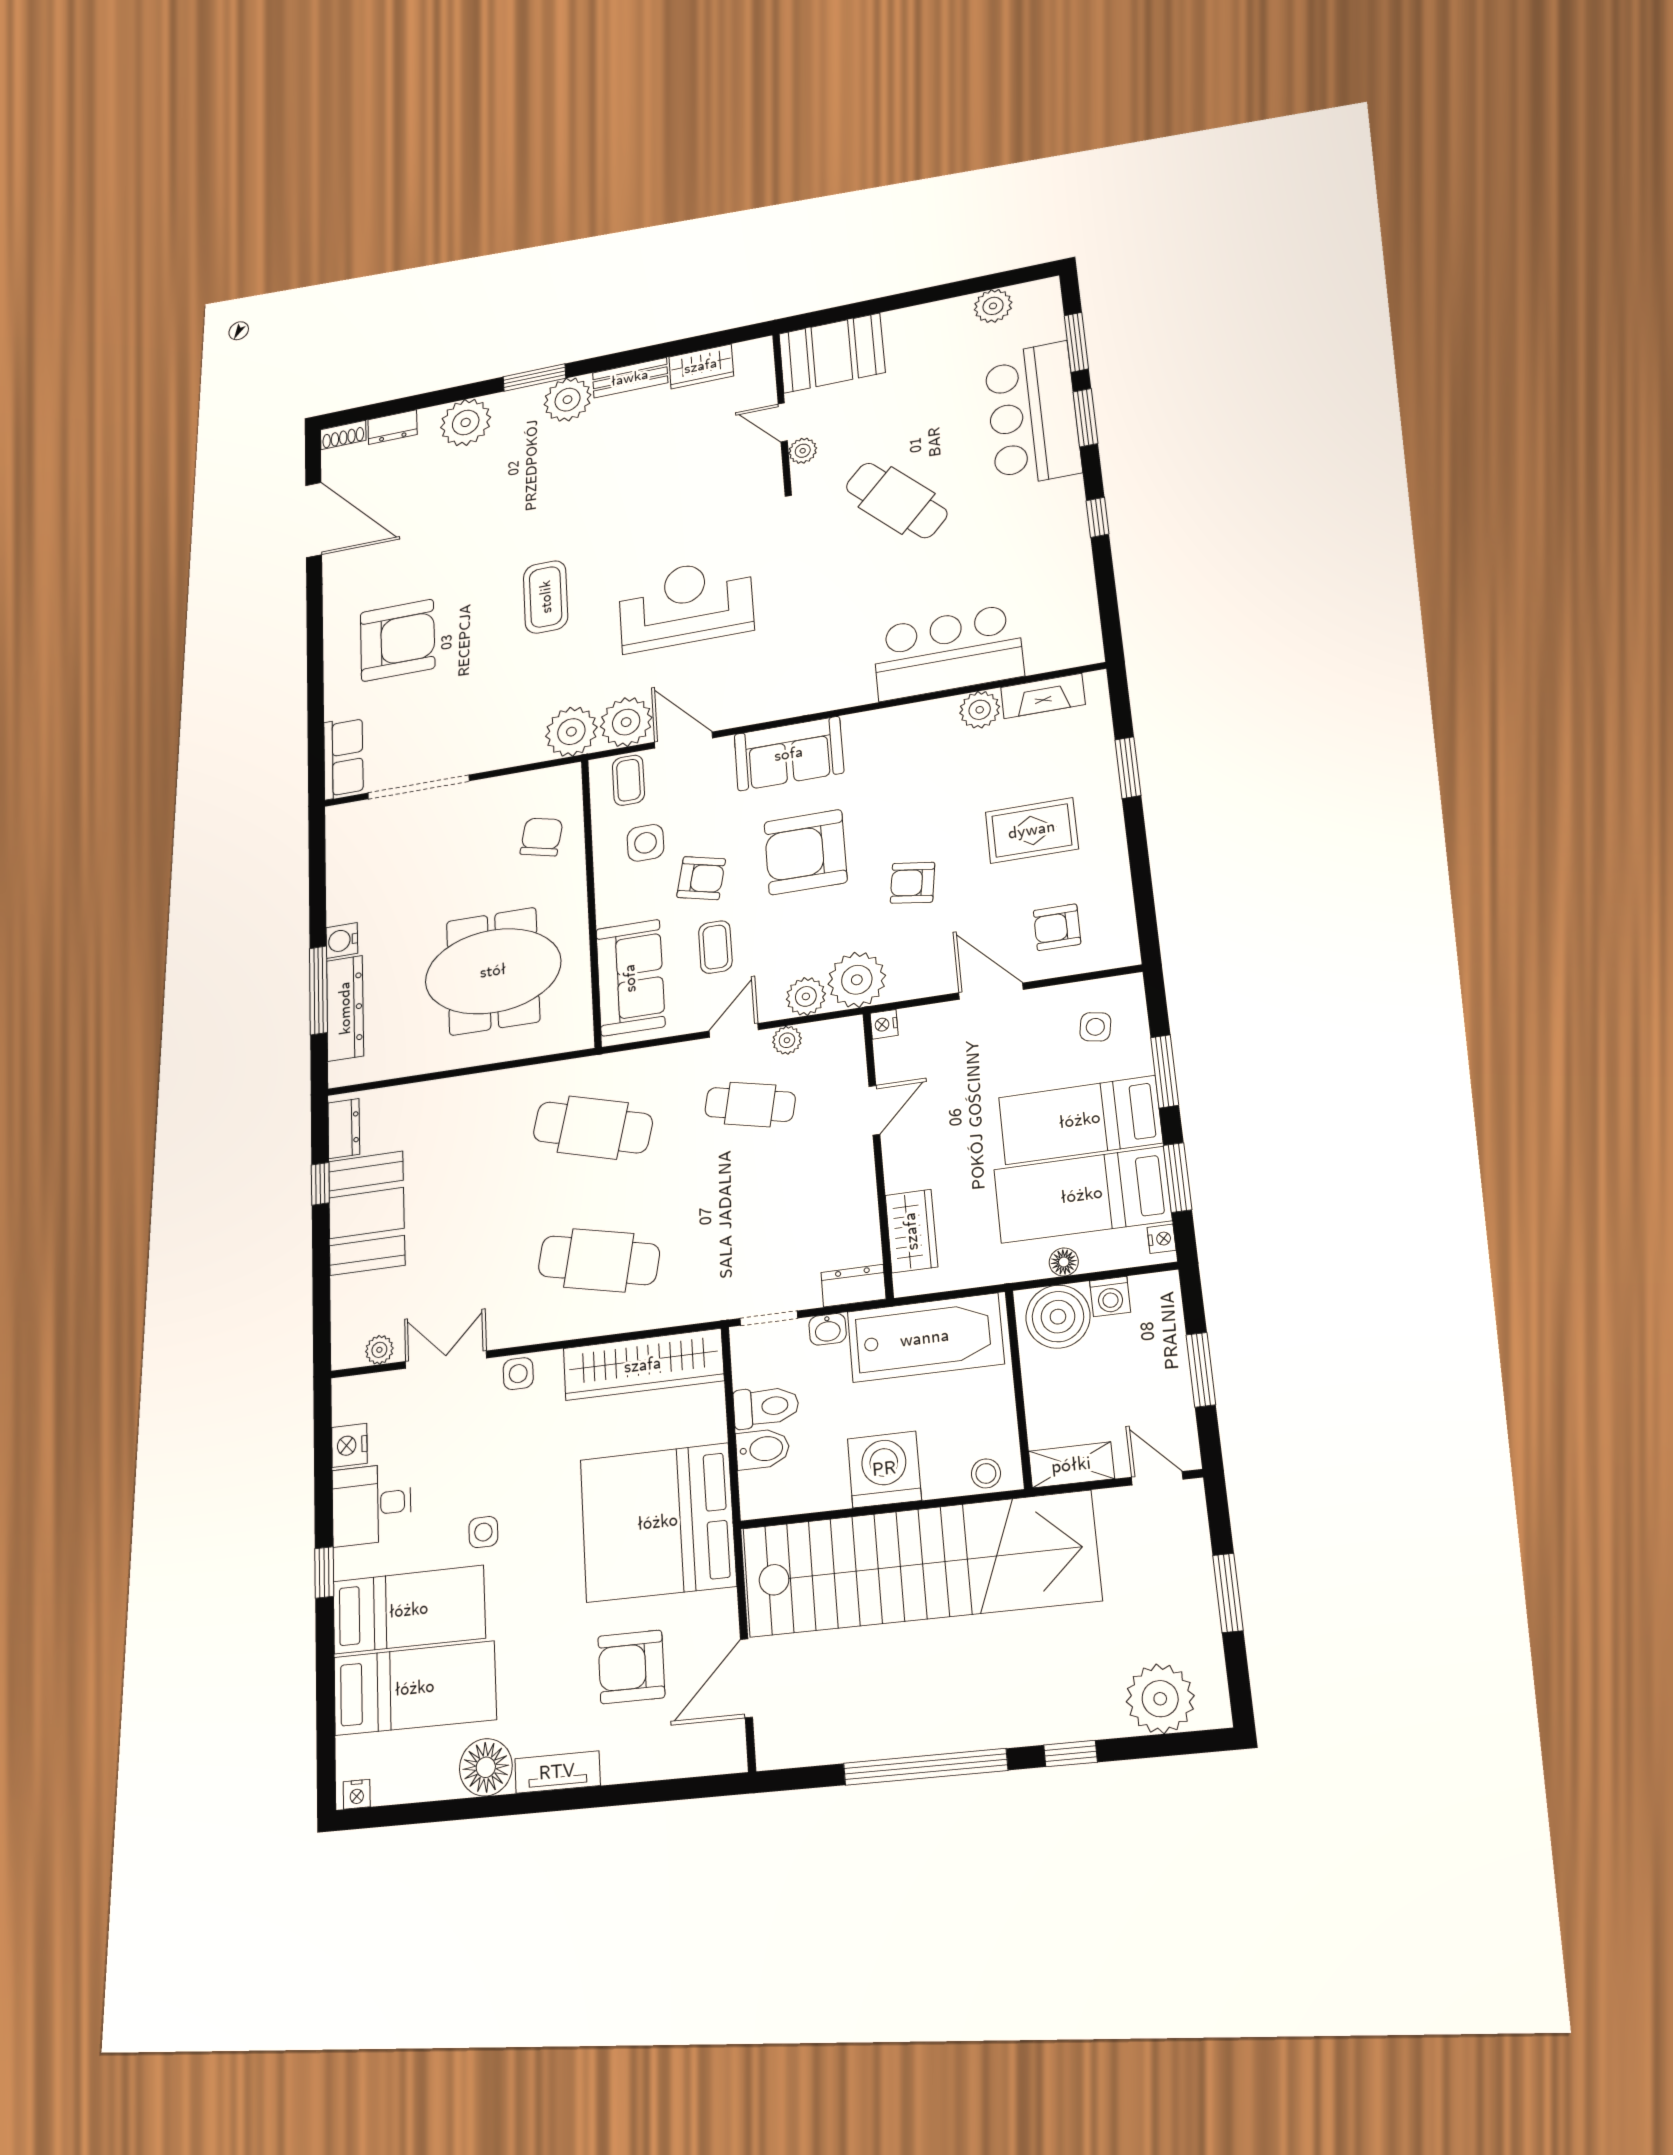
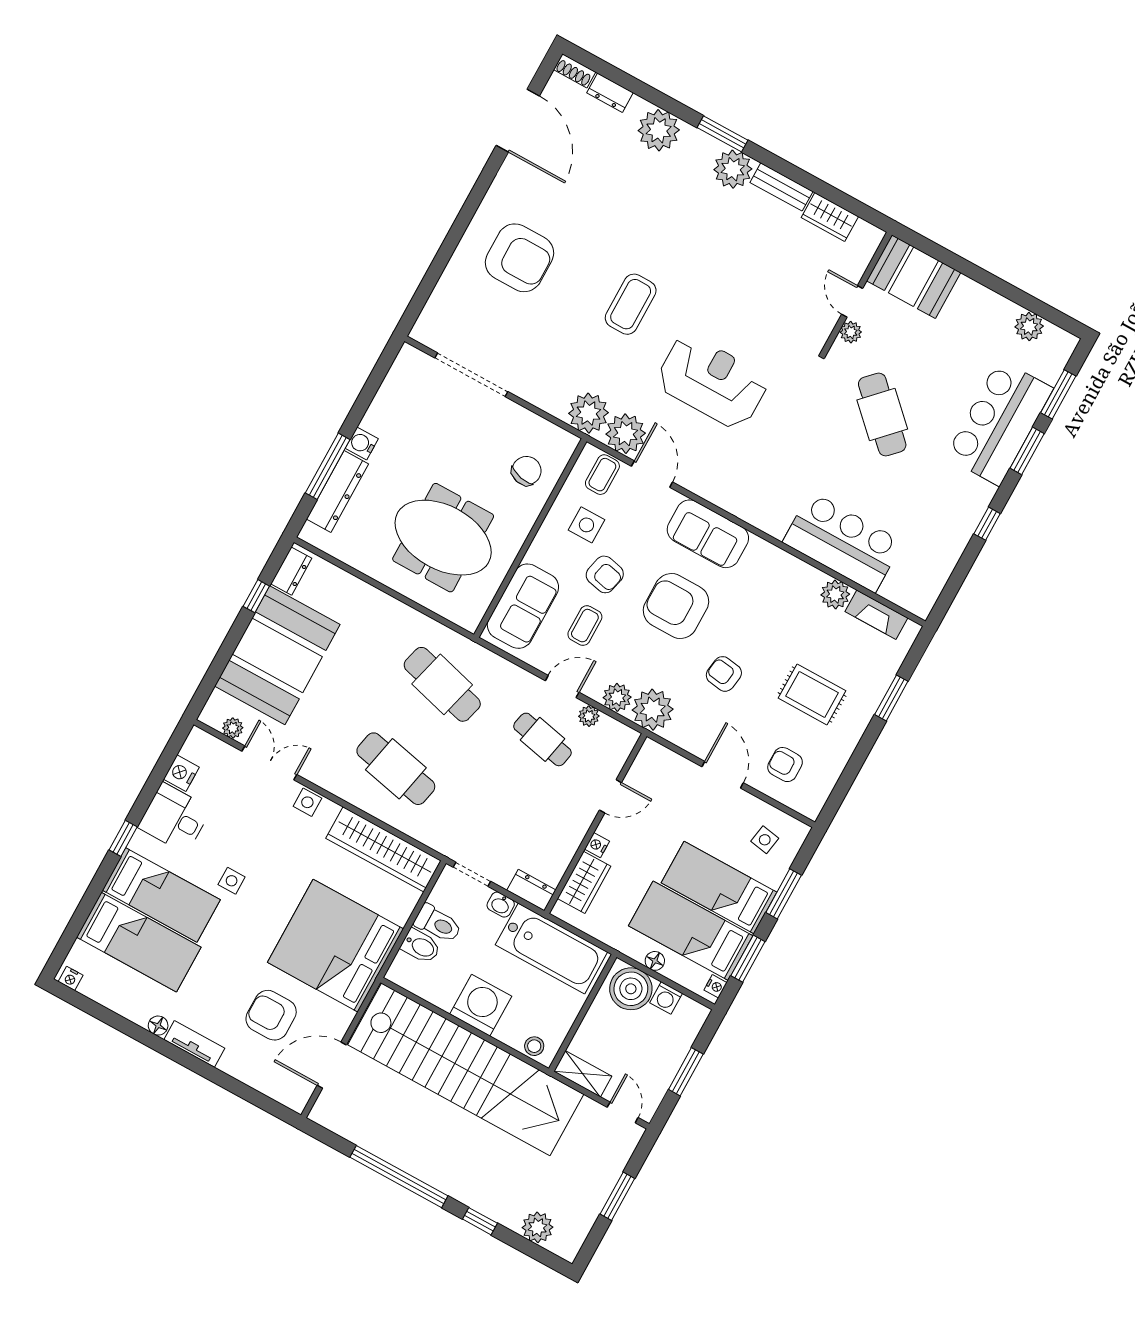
row of seats: (343, 758) -> (436, 315), removed
nightstand: (884, 1024) -> (597, 845), moved
booth: (366, 1213) -> (277, 655), width x1.36, depth x1.42
plant: (1160, 1699) -> (537, 1227), width x0.73, depth x0.73
floor lamp: (486, 1767) -> (158, 1026), width x0.53, depth x0.53

